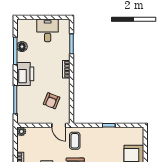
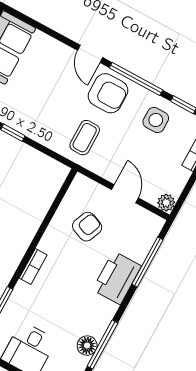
printer: (25, 74) -> (117, 278), moved
door: (59, 125) -> (125, 194), moved

